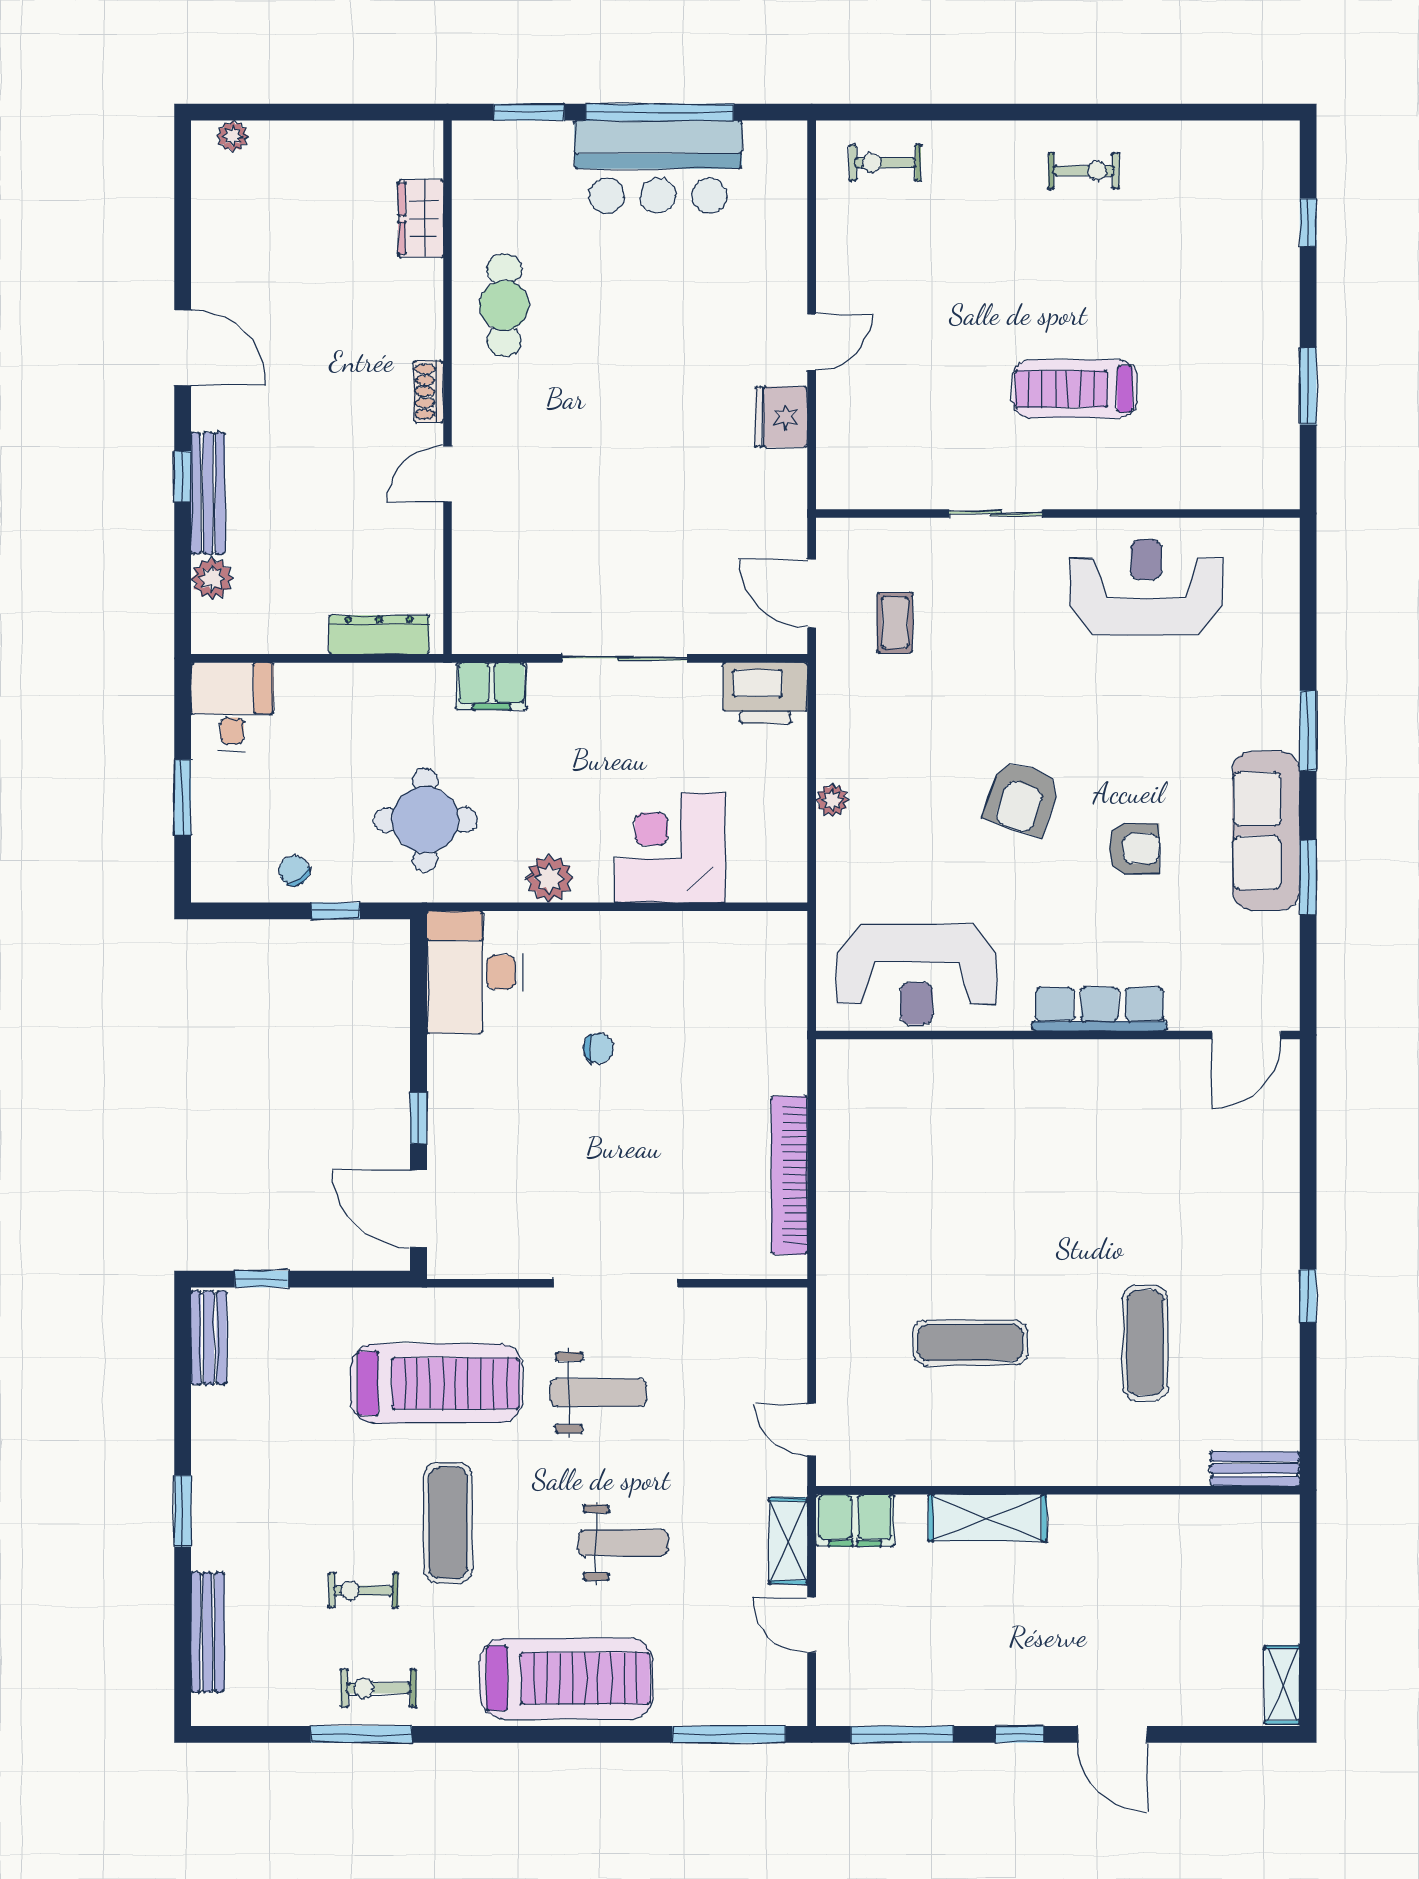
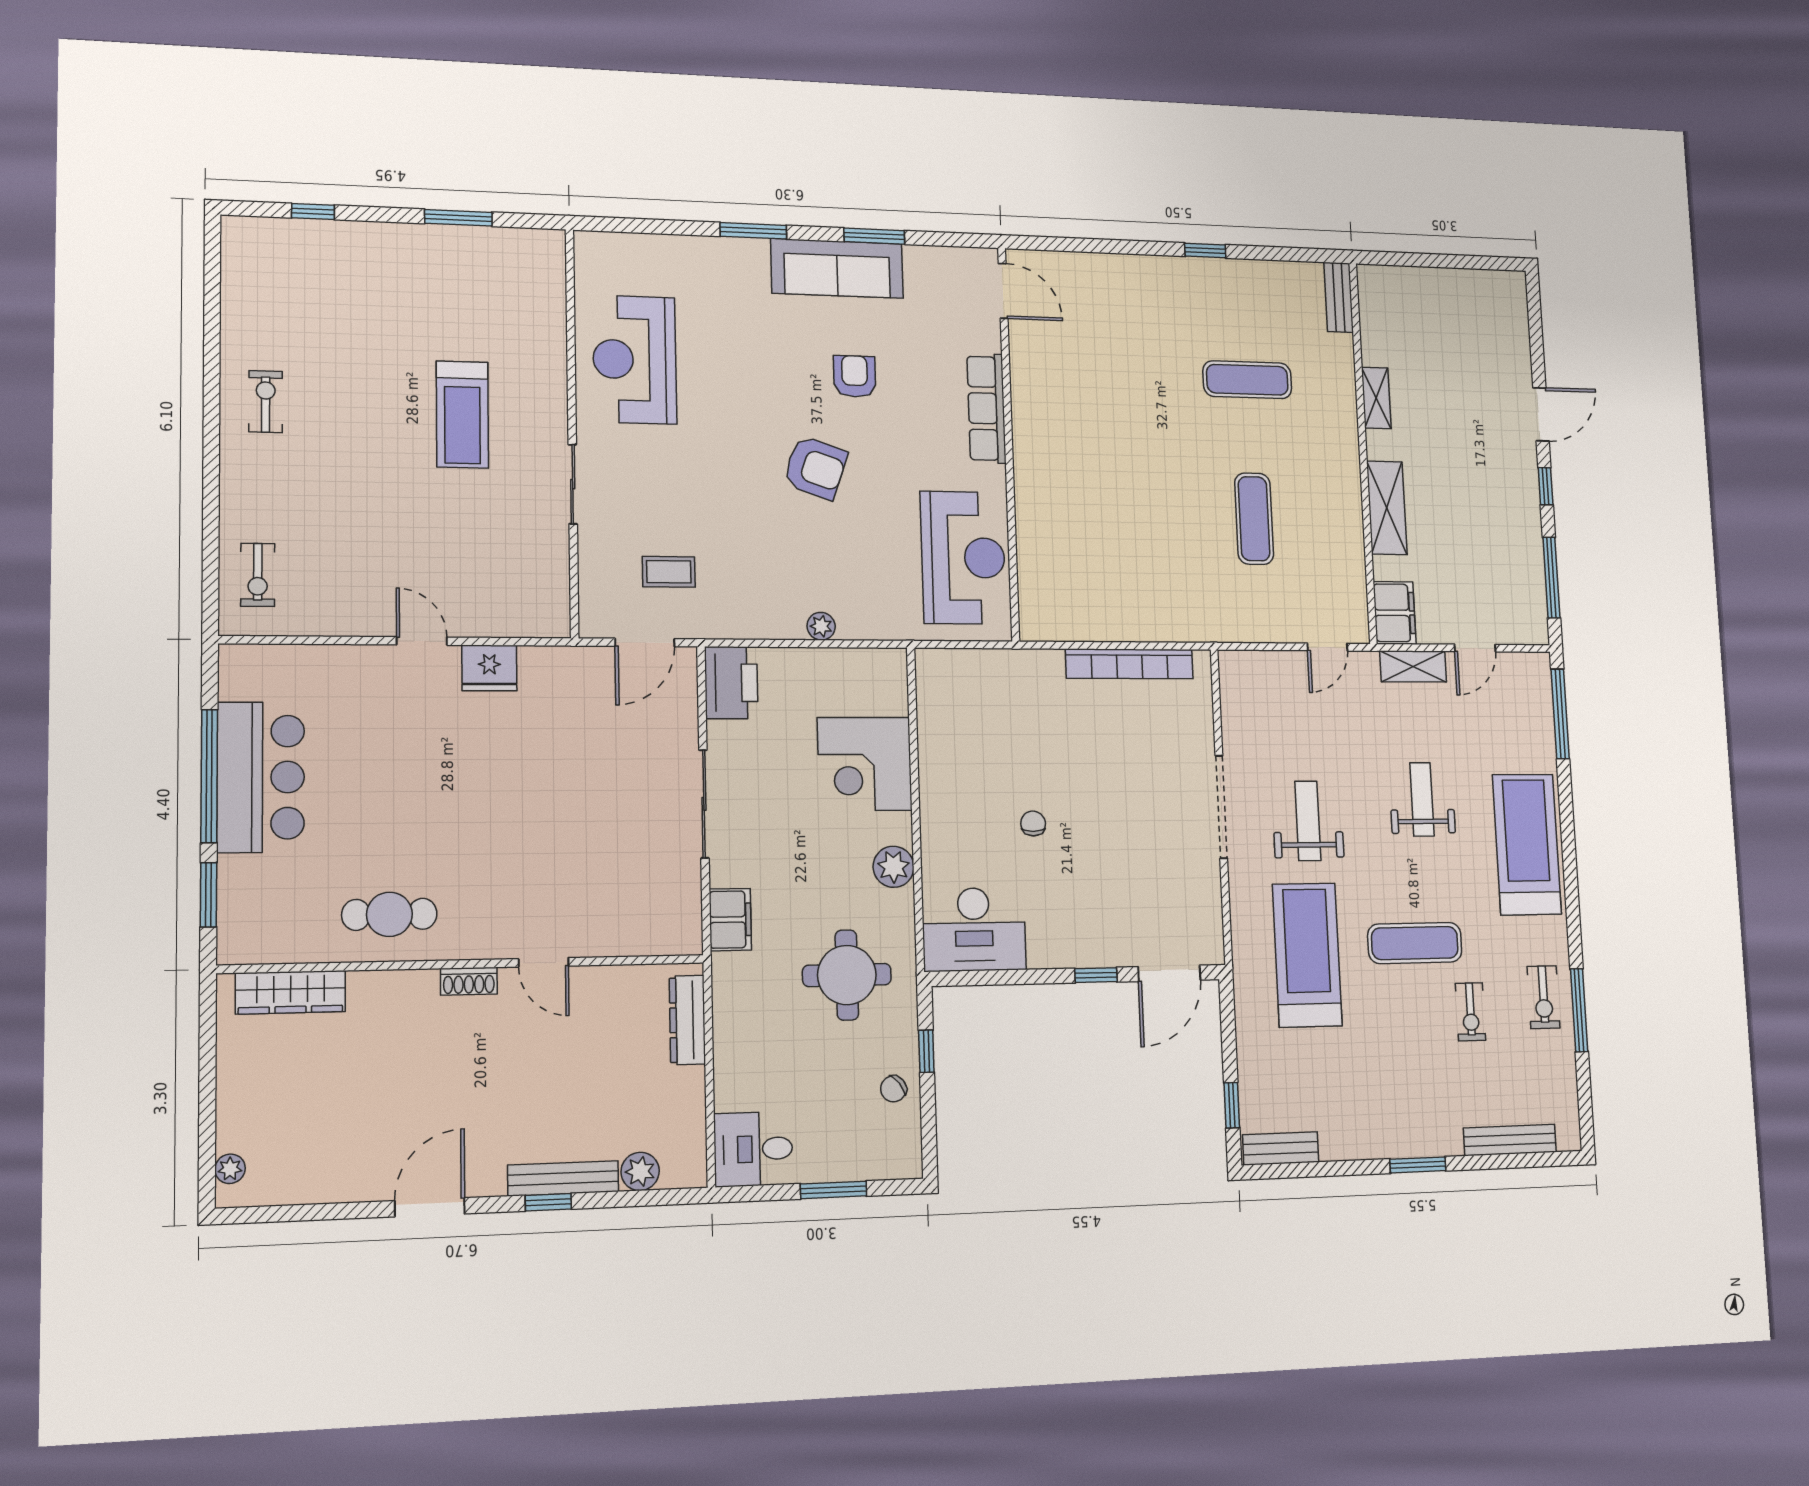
wardrobe: (421, 219) -> (291, 992), width x1.50
shelving: (1282, 1685) -> (1376, 398), moved, turned 90

